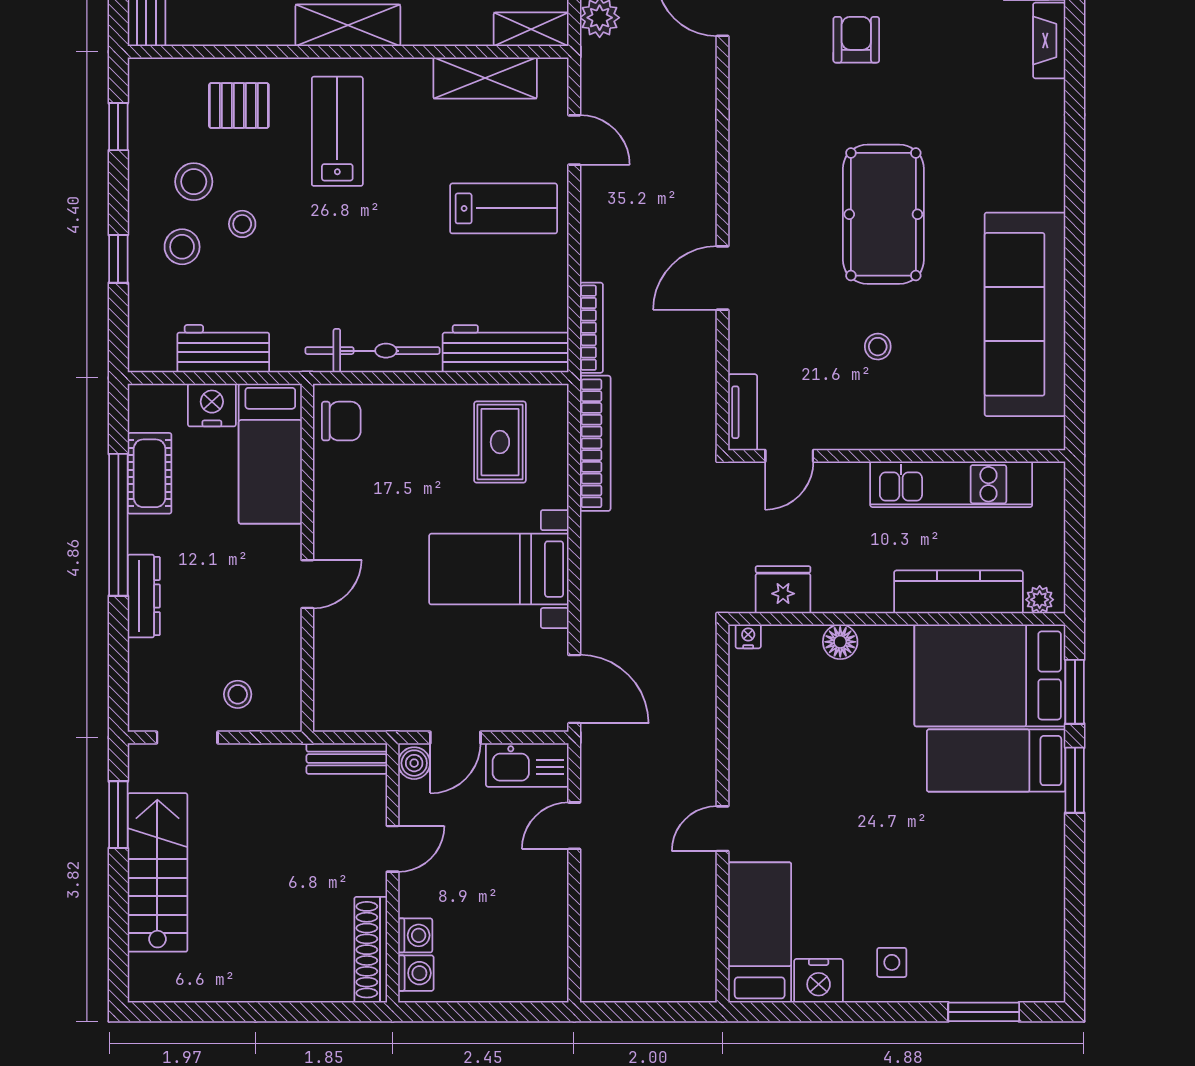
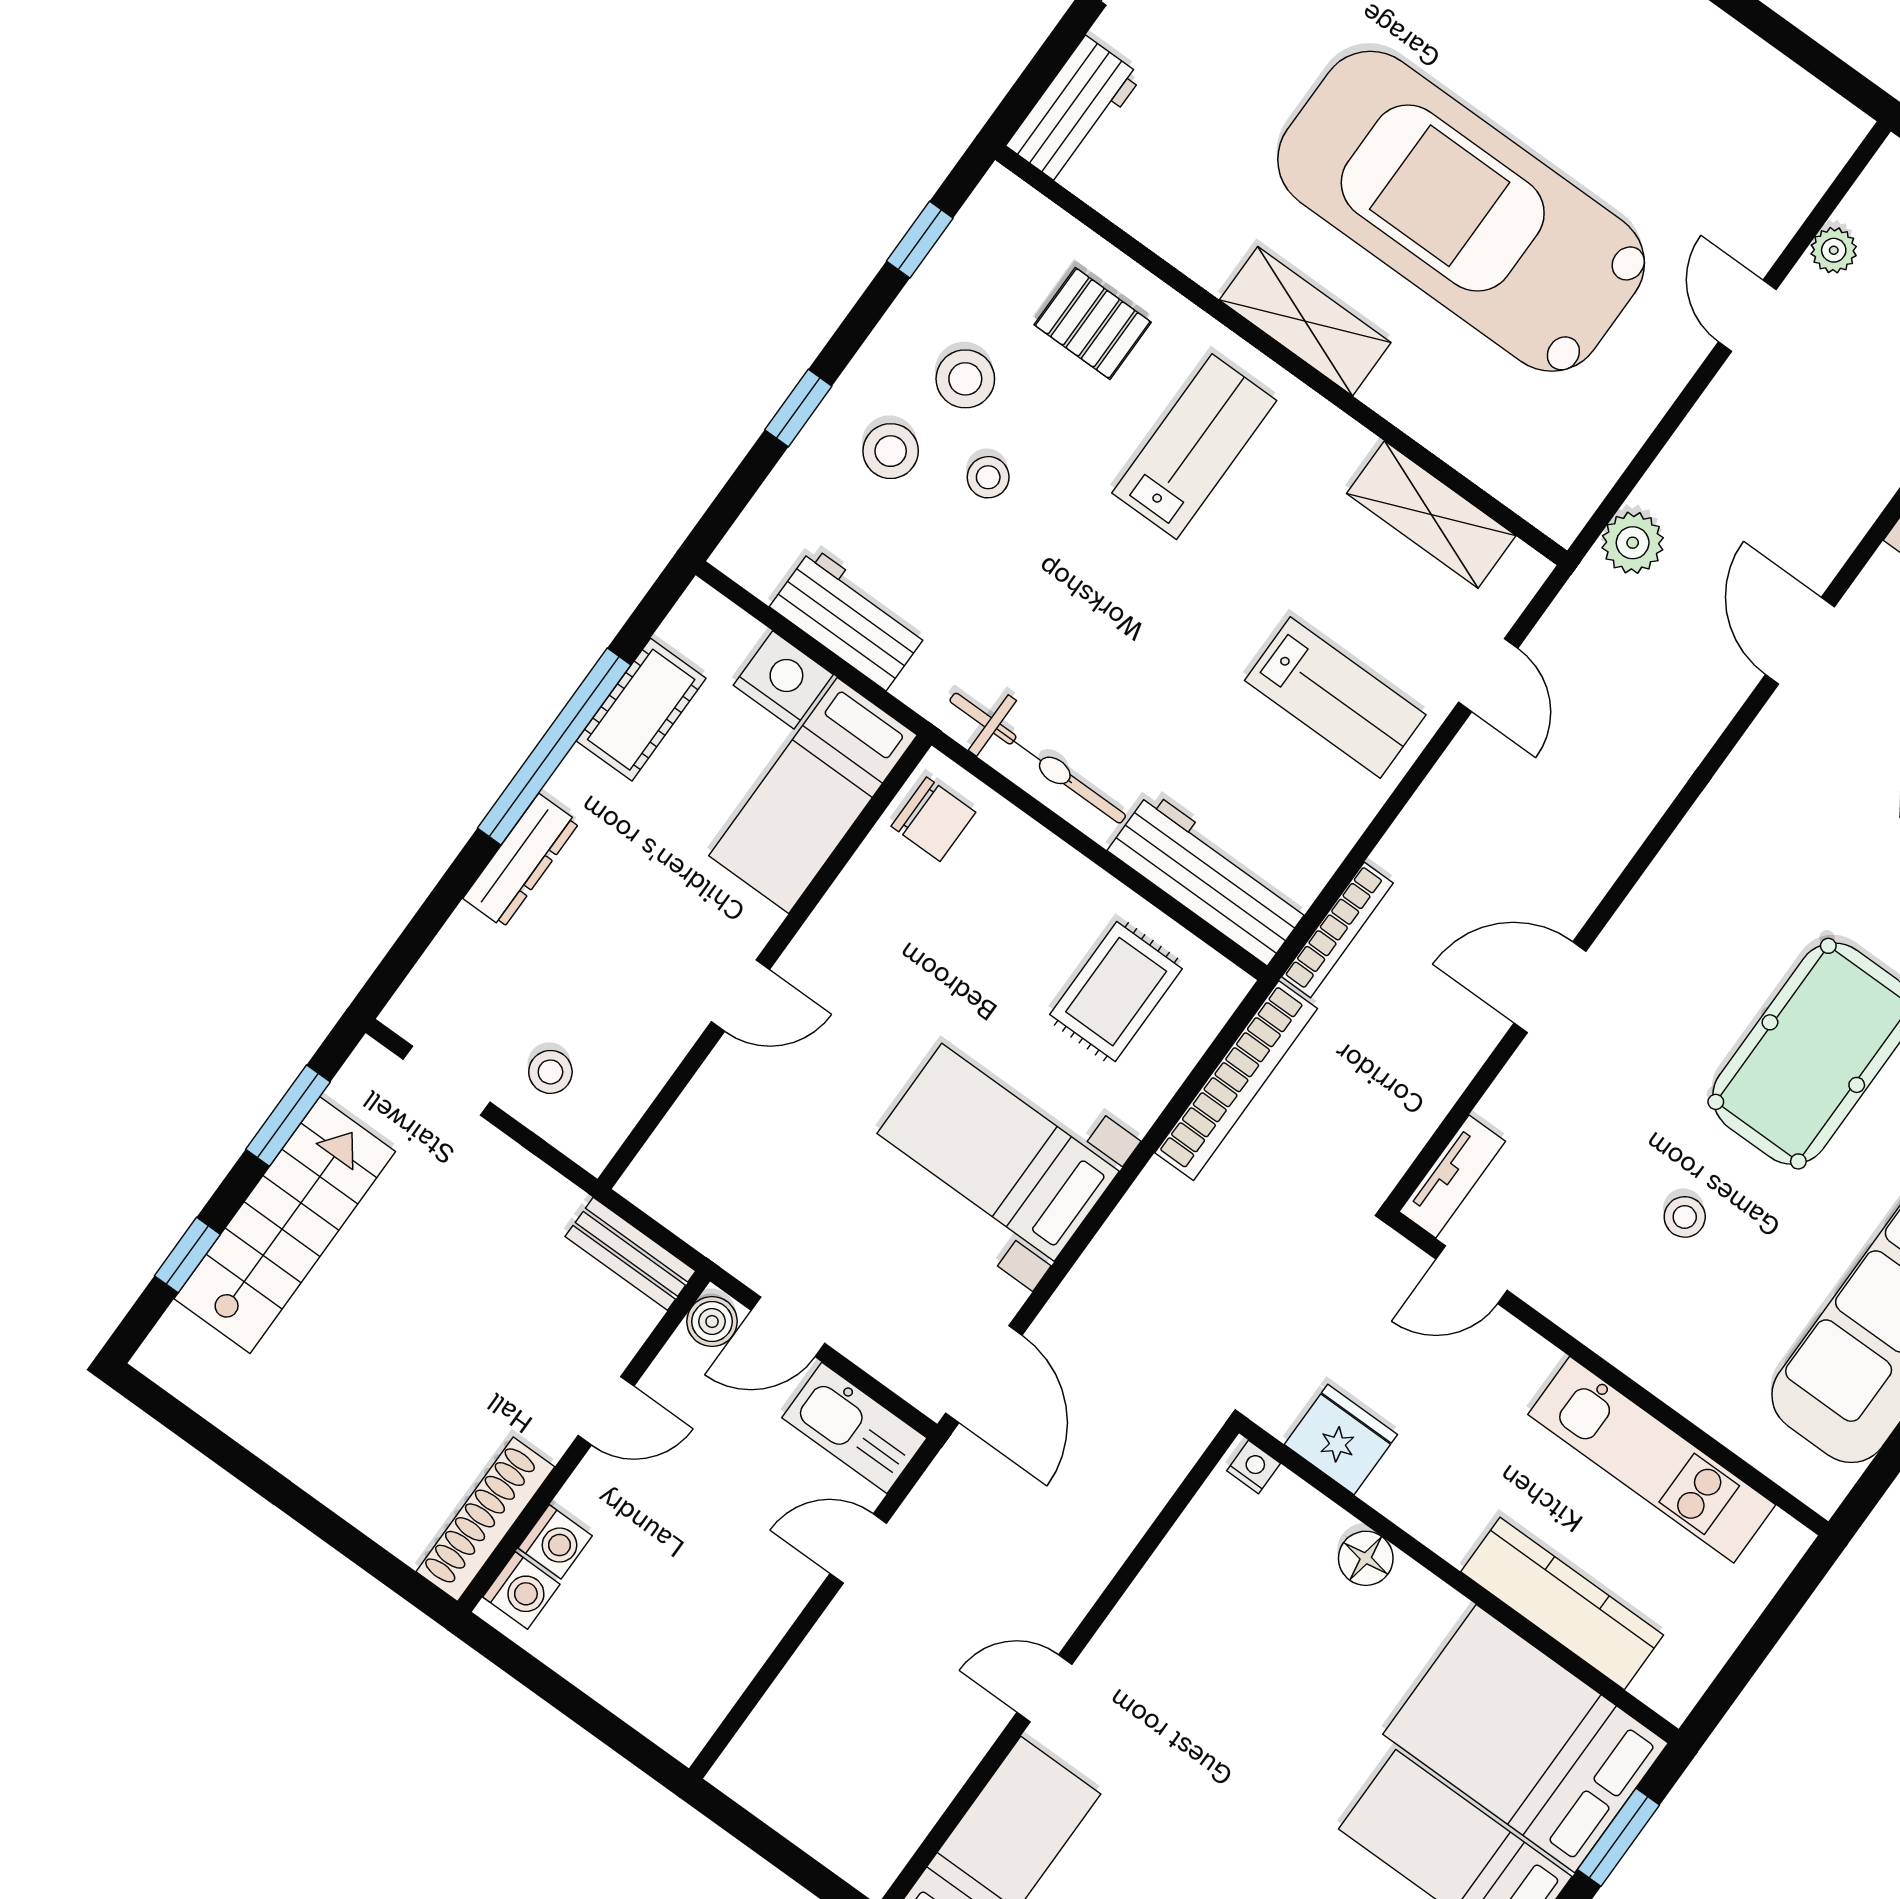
shelving: (531, 29) -> (1535, 495), removed
plant: (1040, 600) -> (1658, 1688), removed
window: (118, 924) -> (187, 1255), added

